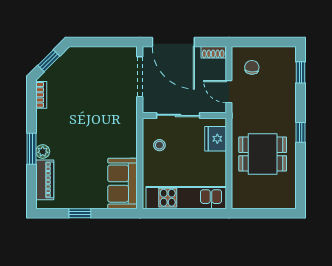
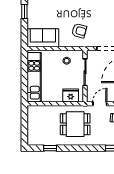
armchair: (111, 125) -> (79, 31), added
window: (301, 132) -> (50, 148), moved
dining table: (263, 154) -> (75, 124), moved, turned 90

